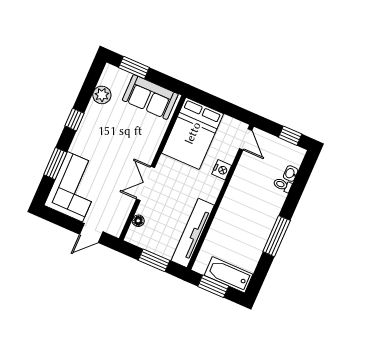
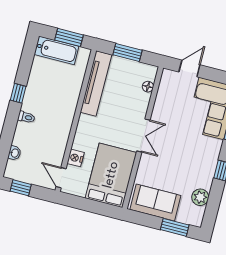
nightstand: (222, 170) -> (76, 158), moved
double door: (146, 183) -> (143, 135), moved
toilet: (283, 185) -> (26, 117), moved
window: (277, 236) -> (18, 93), width x0.46

